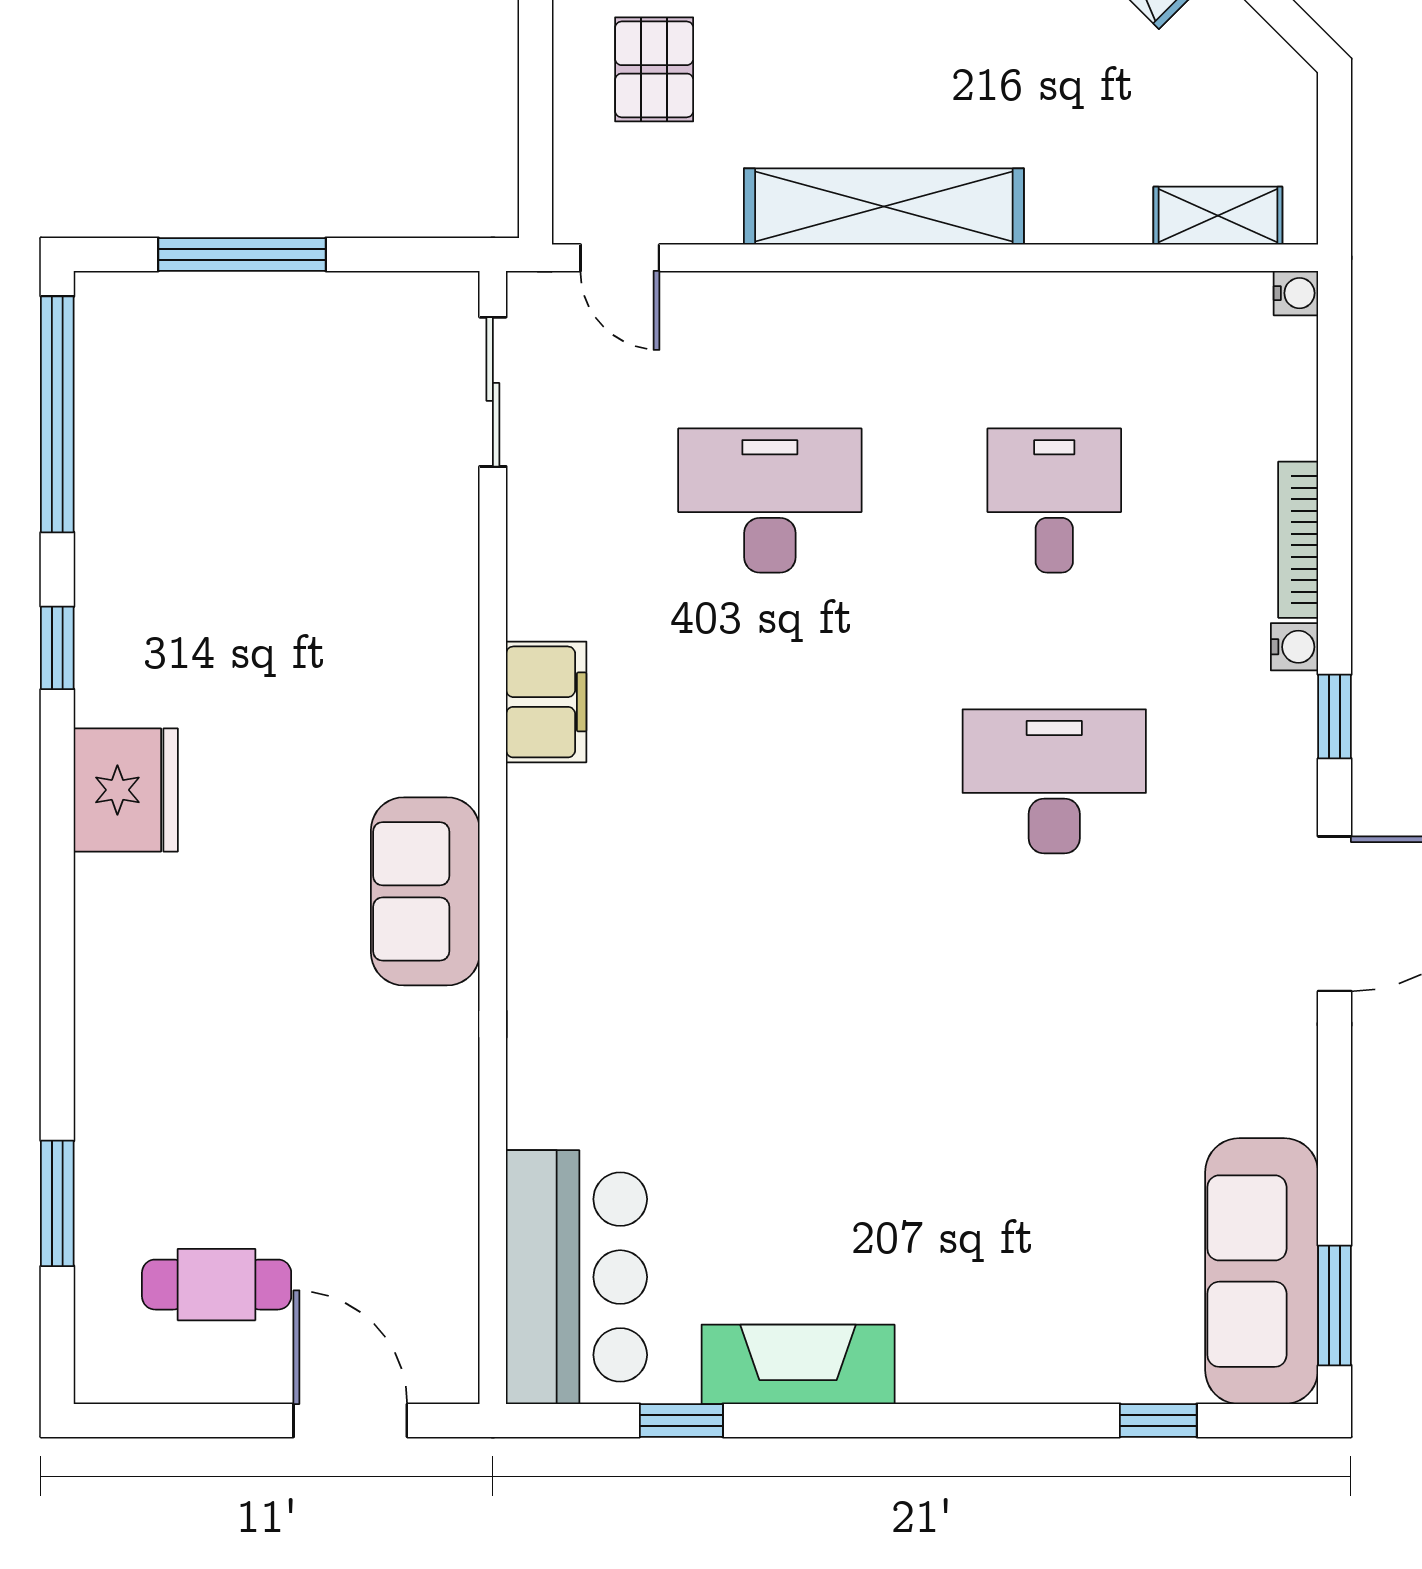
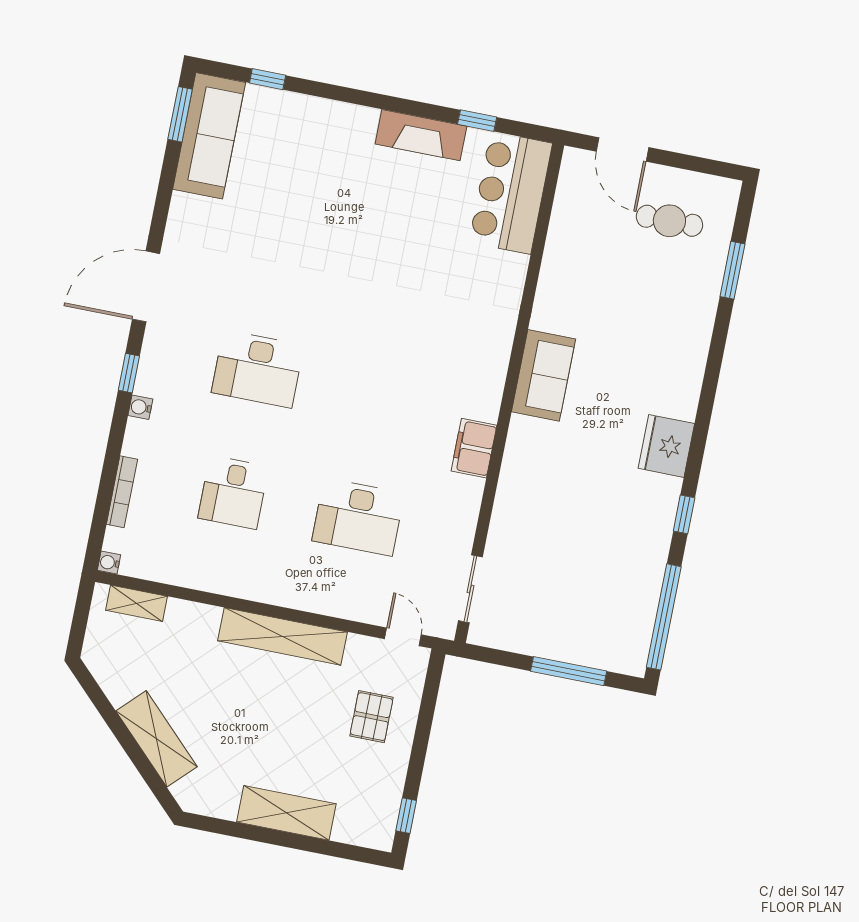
bookcase: (1298, 540) -> (122, 492), moved

